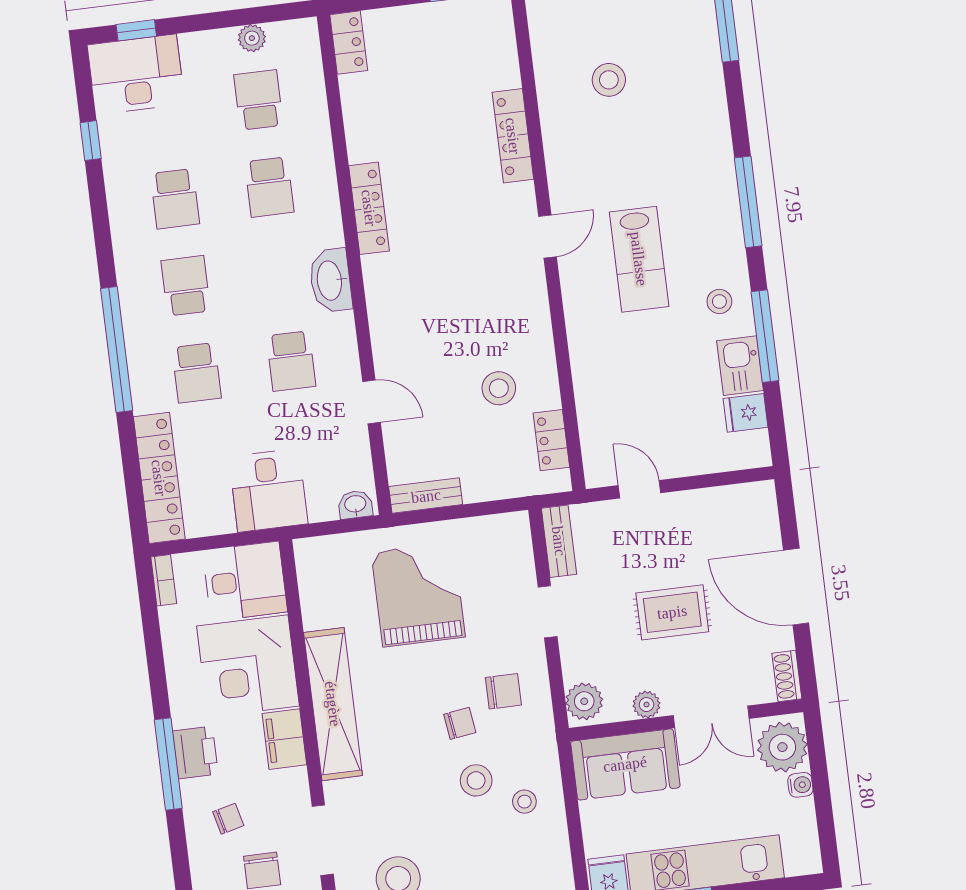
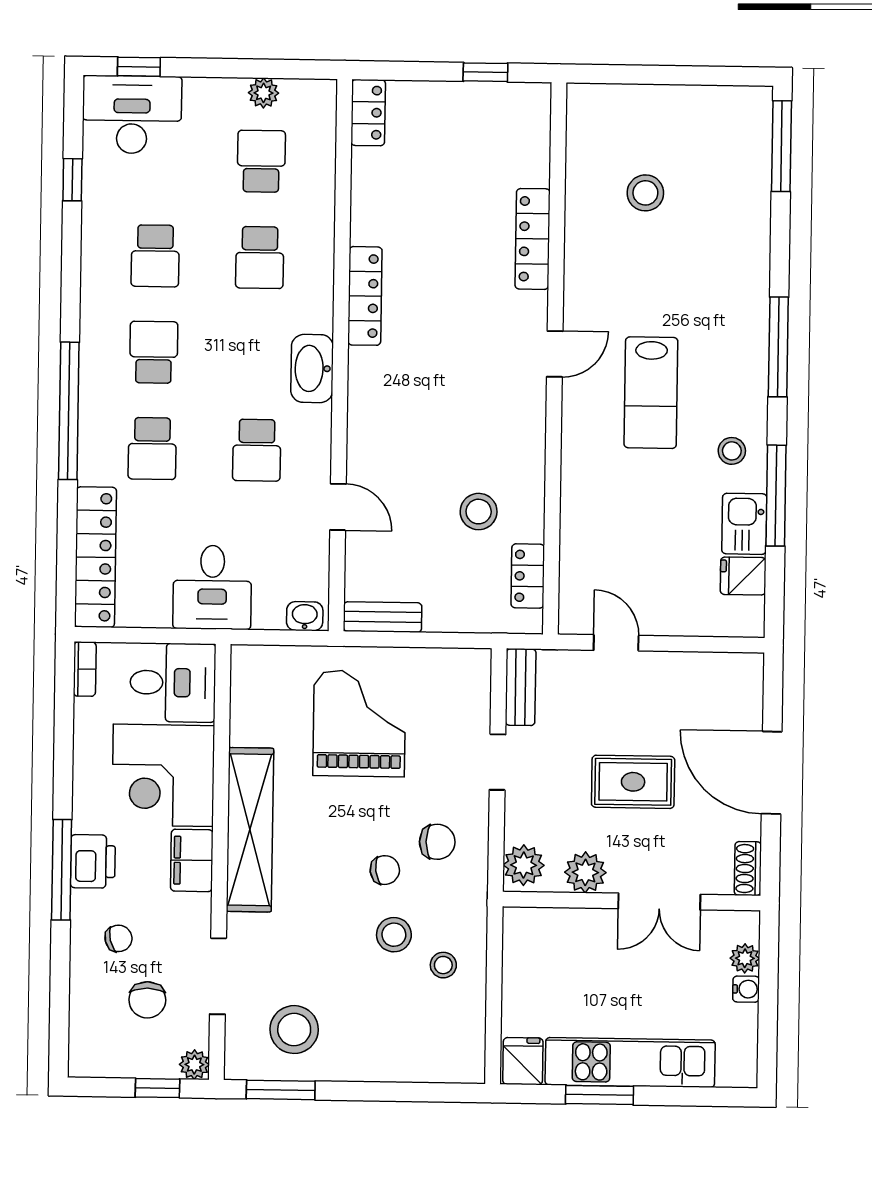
plant: (647, 705) -> (585, 872), width x1.38, depth x1.38
plant: (782, 747) -> (745, 958), width x0.53, depth x0.53
sofa: (625, 764) -> (559, 940), removed

